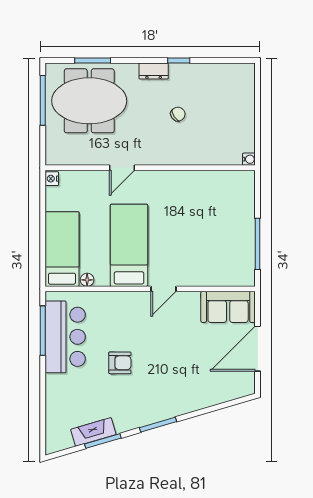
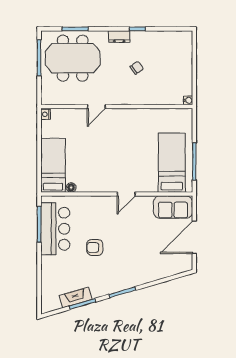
bed: (129, 245) -> (172, 163), moved
armchair: (120, 363) -> (95, 247), turned 180

